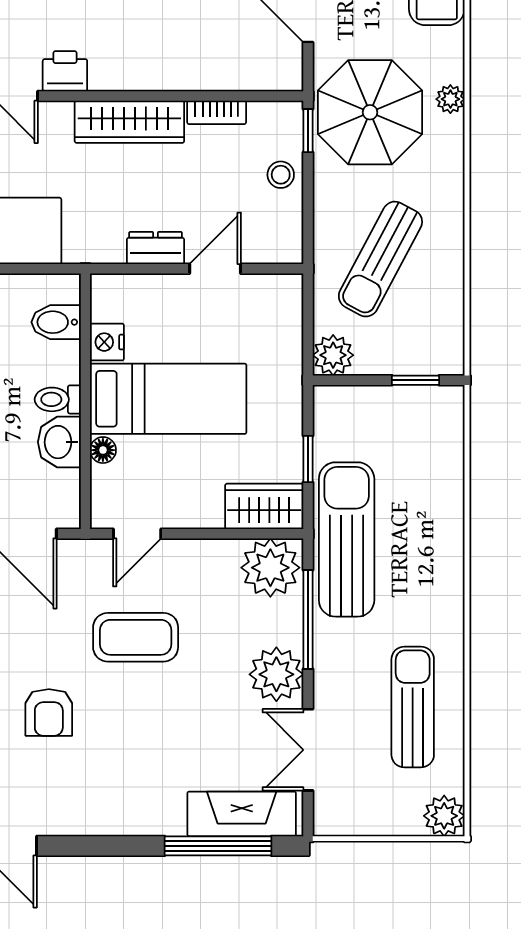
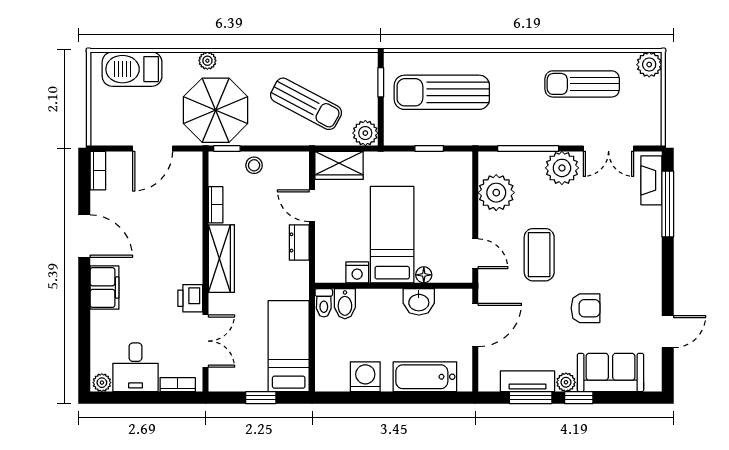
toilet: (58, 399) -> (324, 303), moved
wardrobe: (264, 506) -> (339, 165), moved, turned -90
sun lounger: (347, 539) -> (442, 92), moved
plant: (270, 568) -> (496, 193), moved
fireplace: (242, 814) -> (651, 180), width x0.73, depth x0.76

